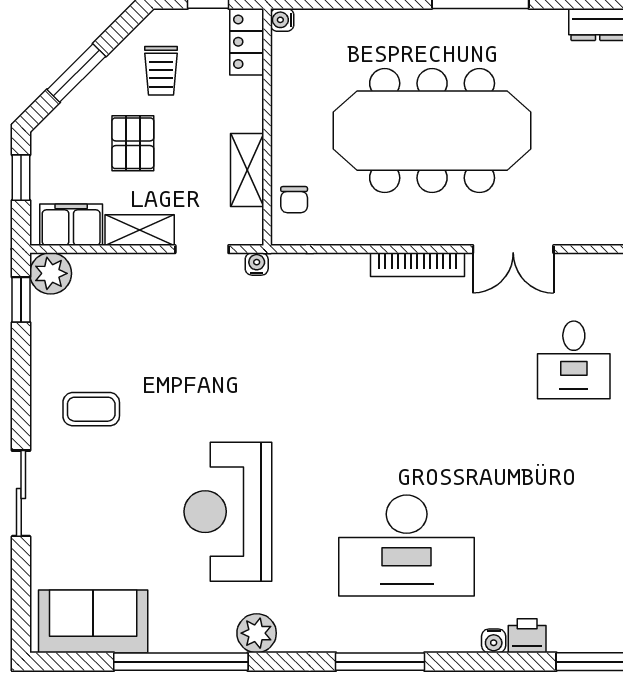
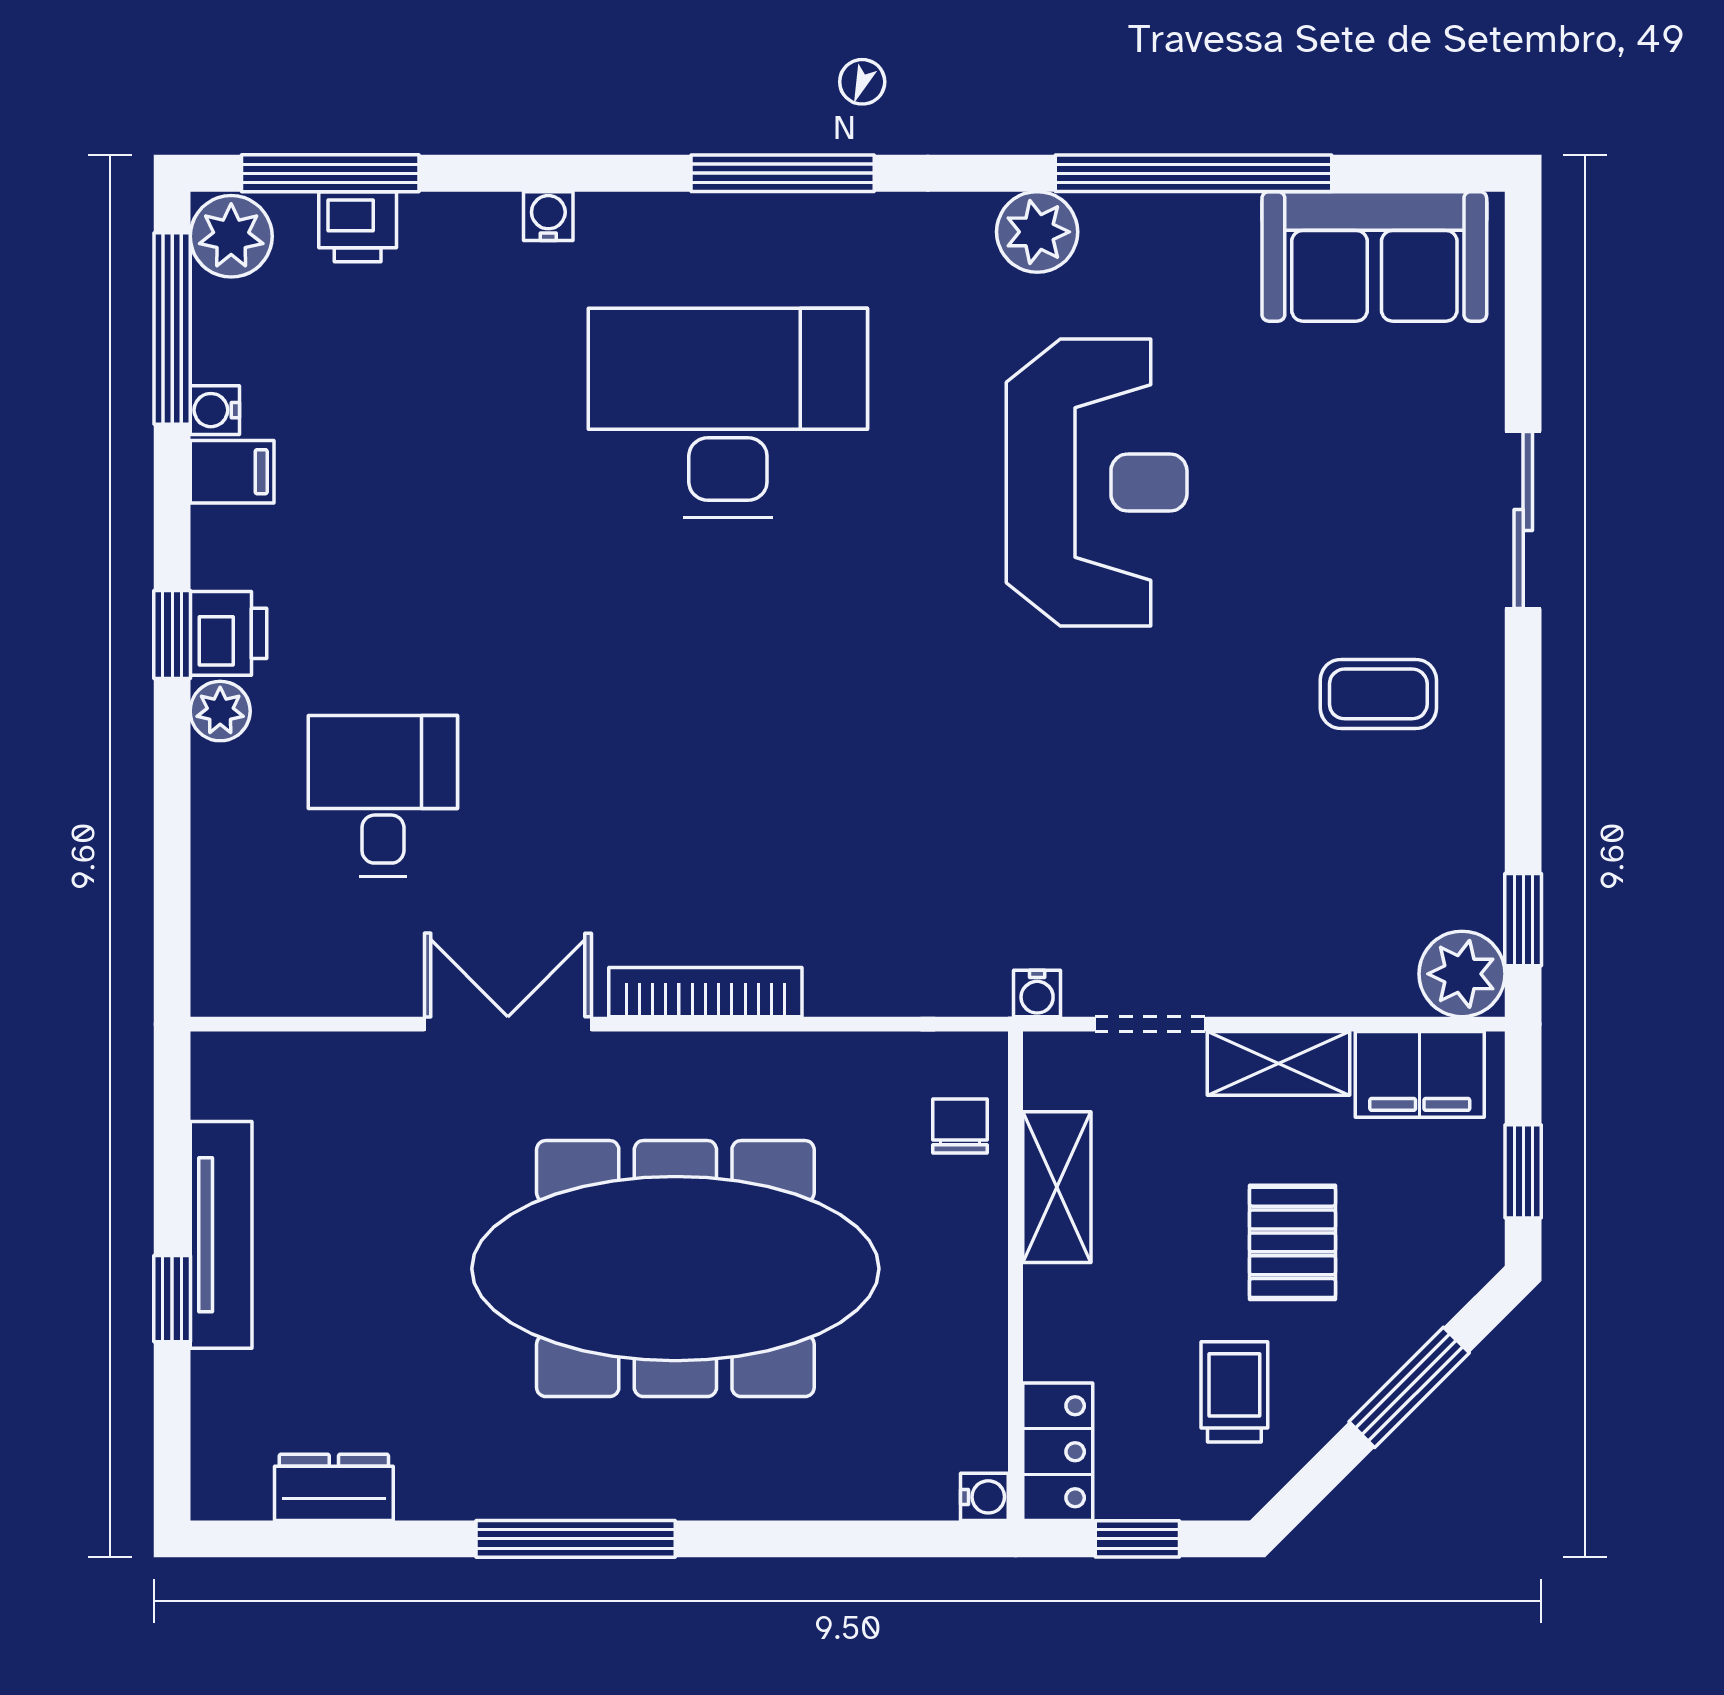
printer: (527, 636) -> (358, 227), moved

